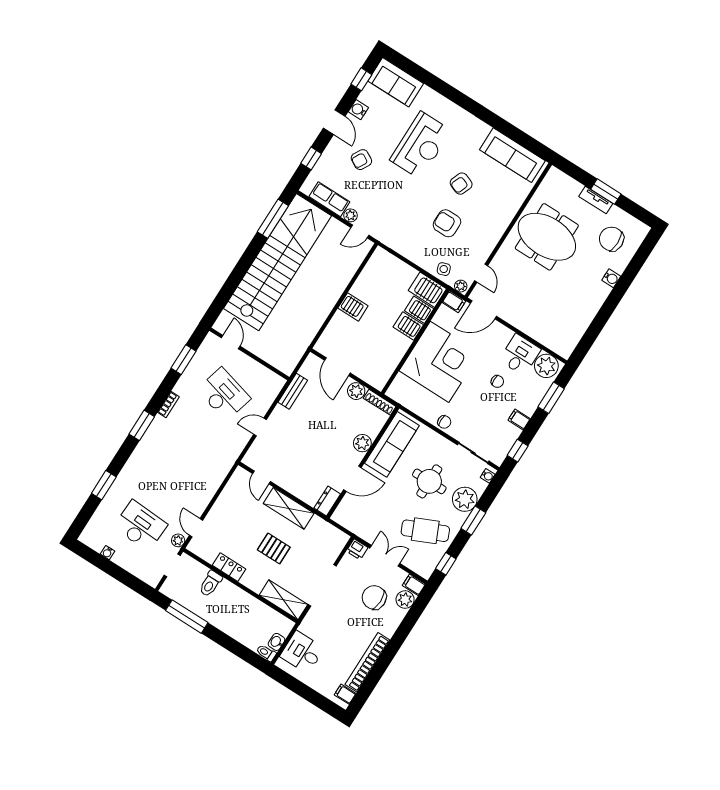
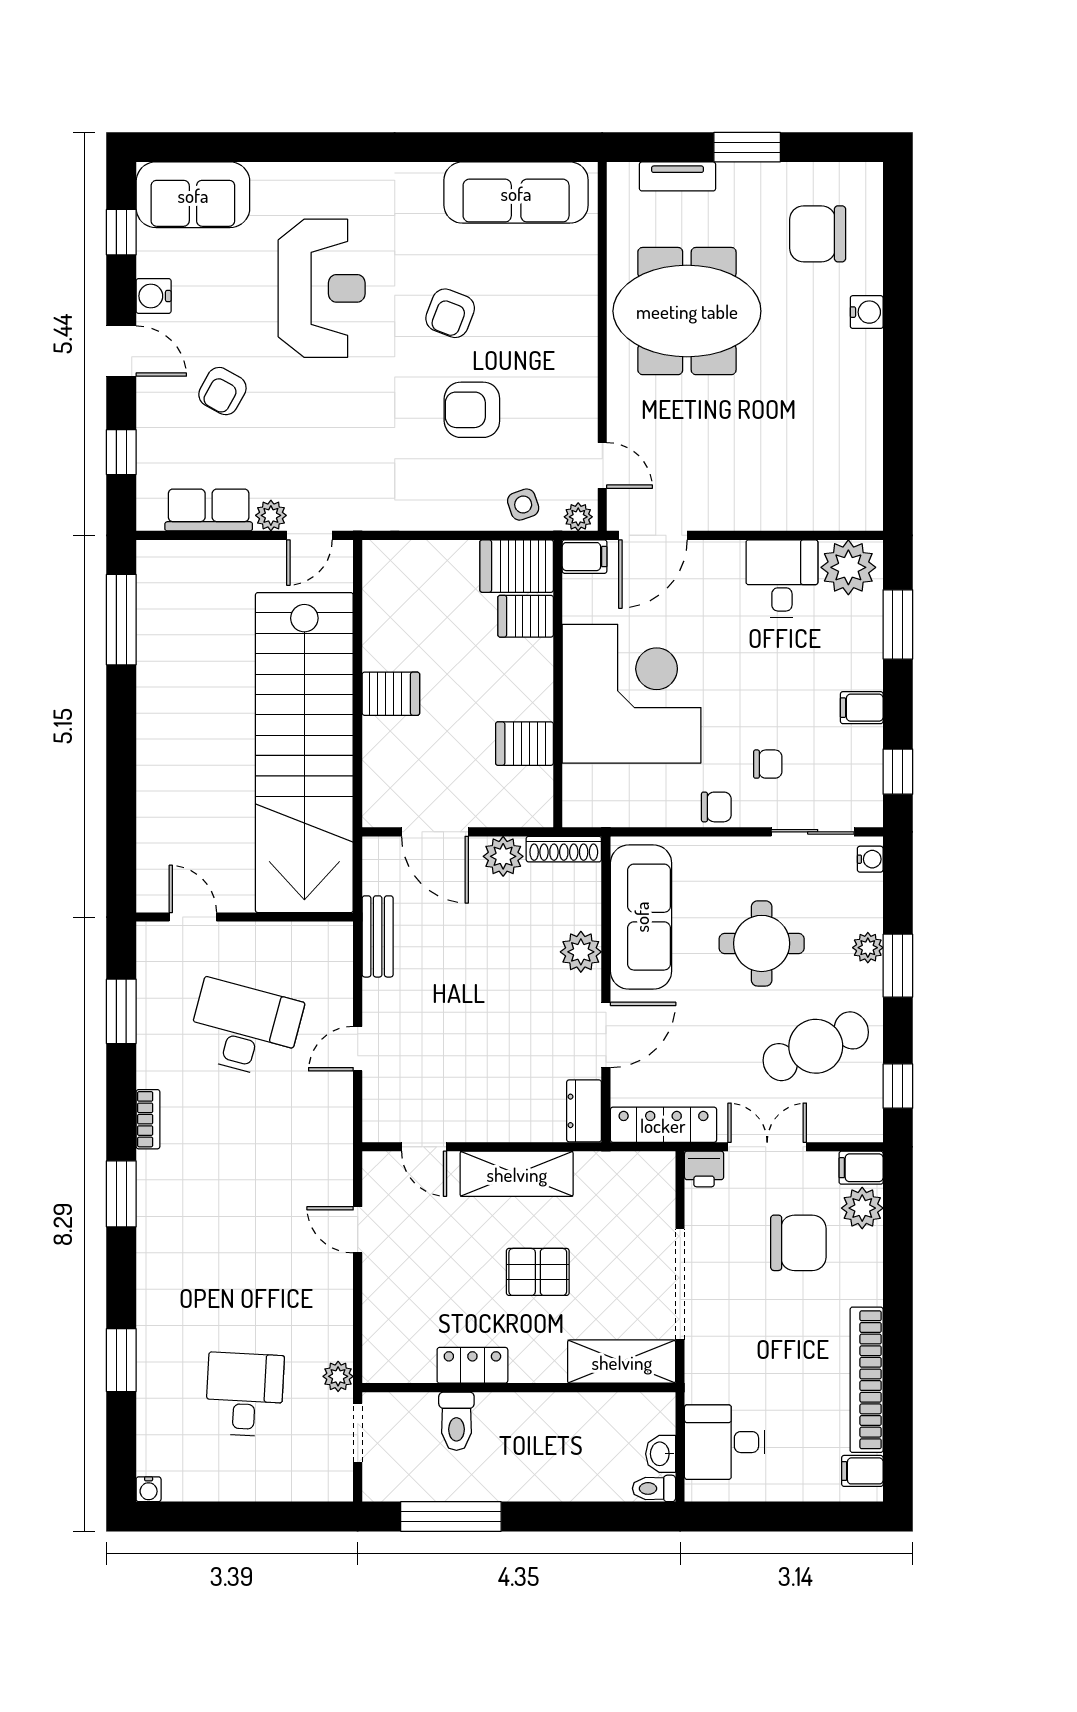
tv unit: (596, 200) -> (678, 176), moved
stairs: (277, 262) -> (304, 753), moved, turned 180
server rack: (408, 326) -> (524, 744), moved
chair: (497, 381) -> (768, 764), moved
plant: (465, 499) -> (868, 948), width x0.53, depth x0.53
locker: (353, 524) -> (663, 1125), added
desk: (140, 526) -> (245, 1394), width x0.73
door: (196, 528) -> (358, 1230), moved
water cooler: (107, 553) -> (149, 1489), moved
chair: (374, 597) -> (798, 1243), turned 180

